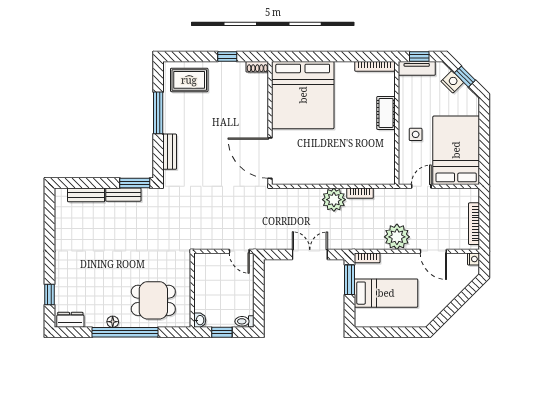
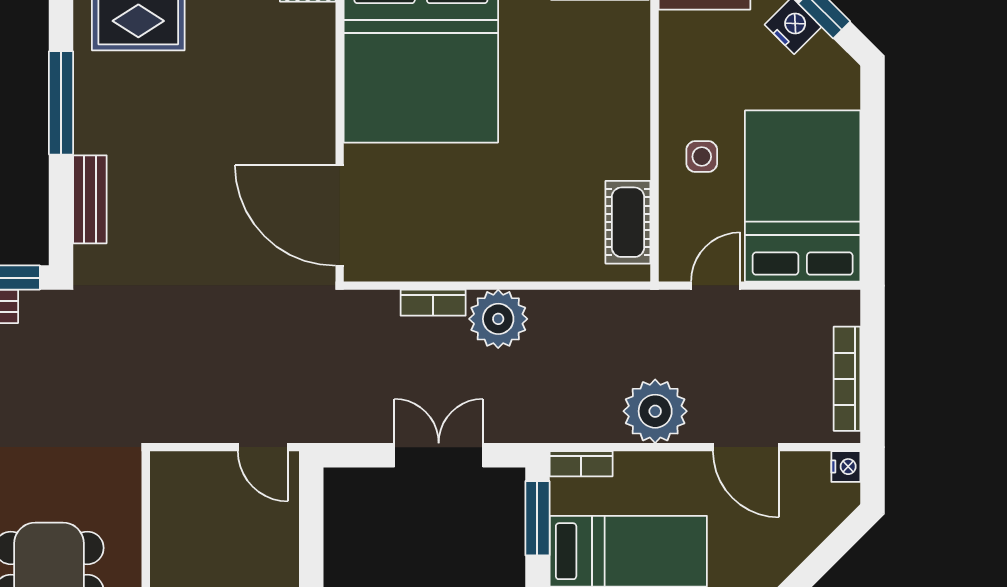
cot: (386, 113) -> (628, 222), moved
bookcase: (360, 193) -> (433, 303), moved

